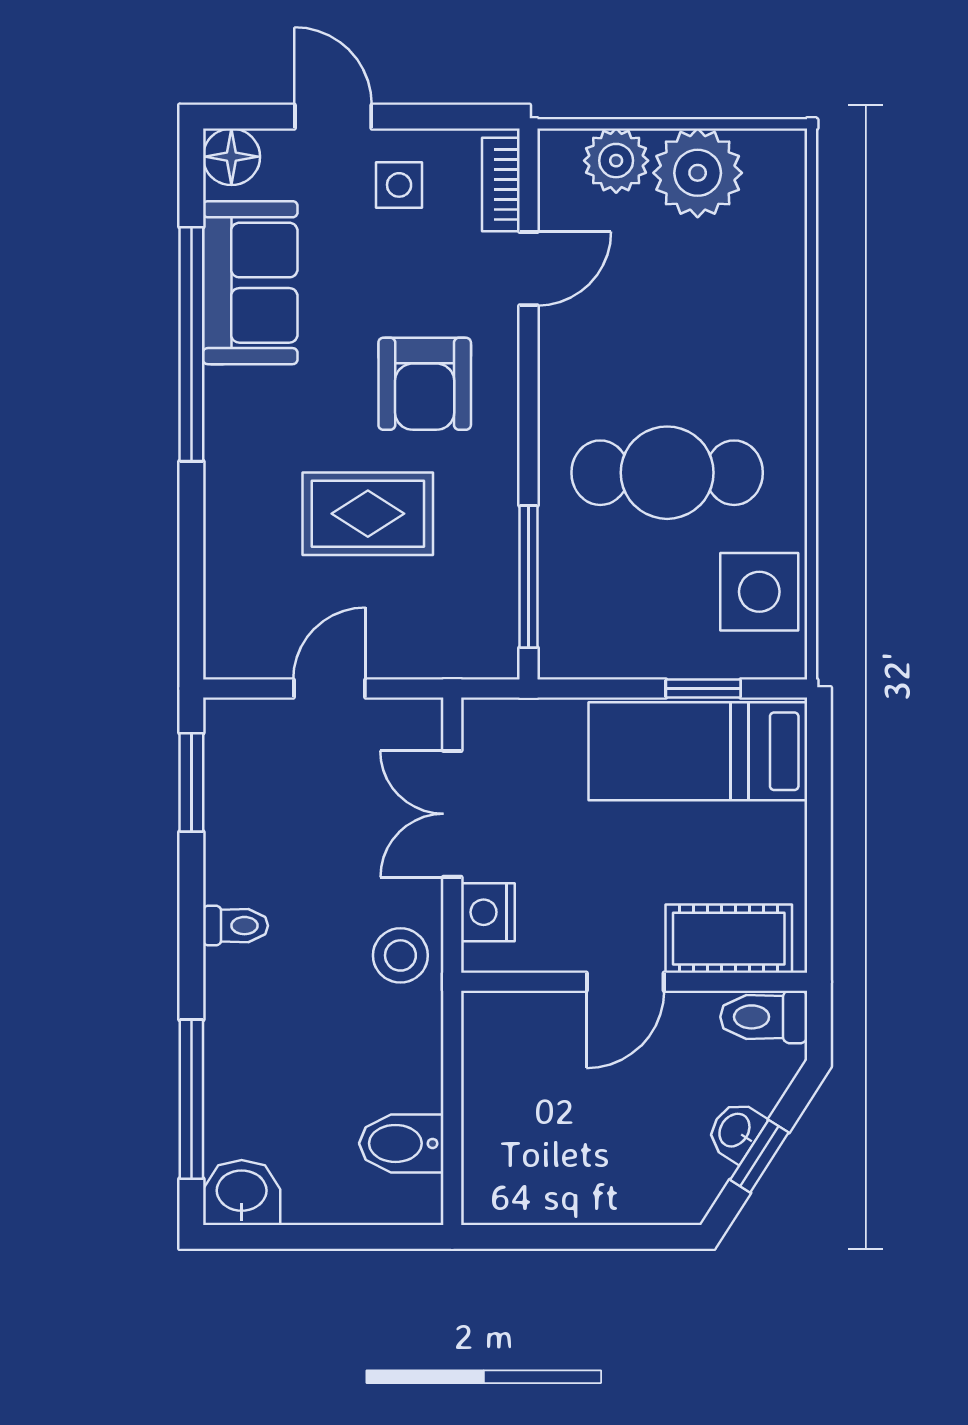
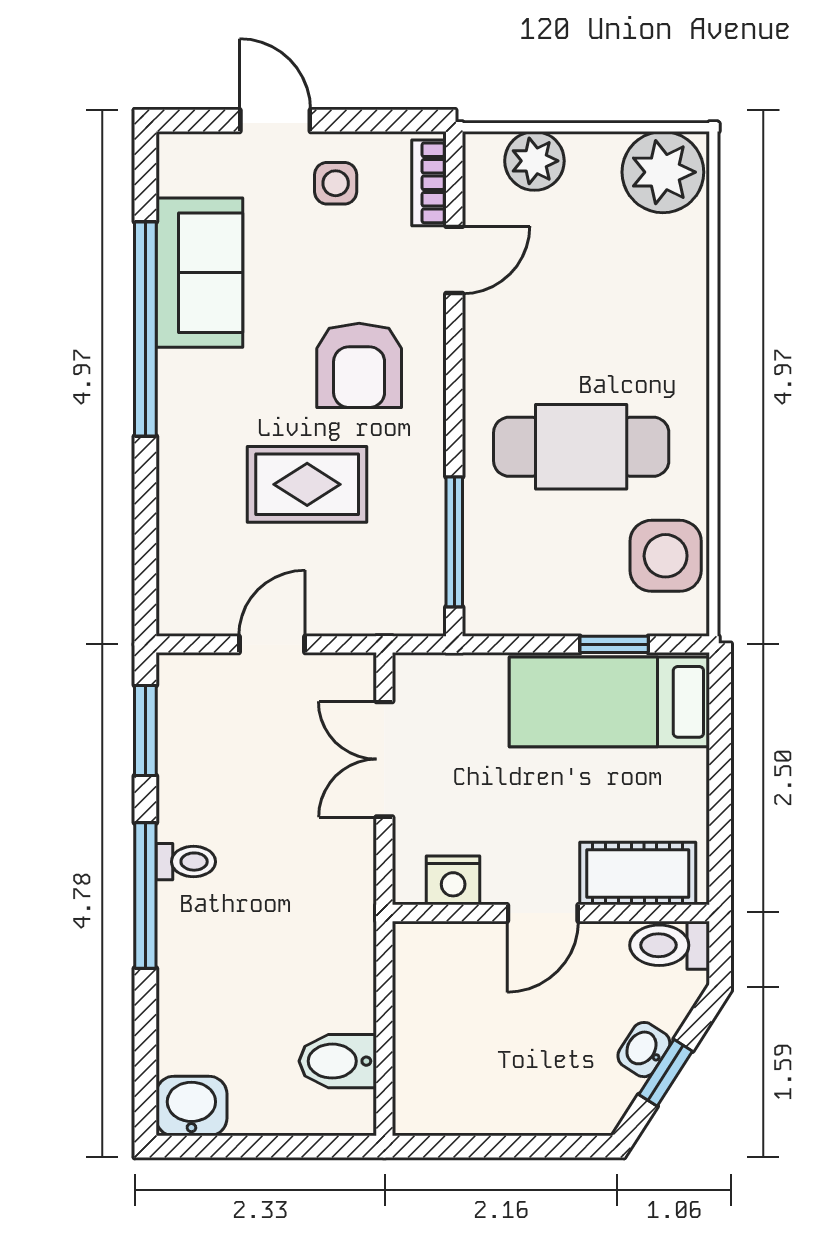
floor lamp: (231, 157) -> (182, 157), removed
plant: (698, 173) -> (663, 172), moved
nightstand: (488, 912) -> (453, 880), moved, turned -90
stool: (400, 955) -> (337, 889), removed
window: (191, 1099) -> (145, 895), moved

